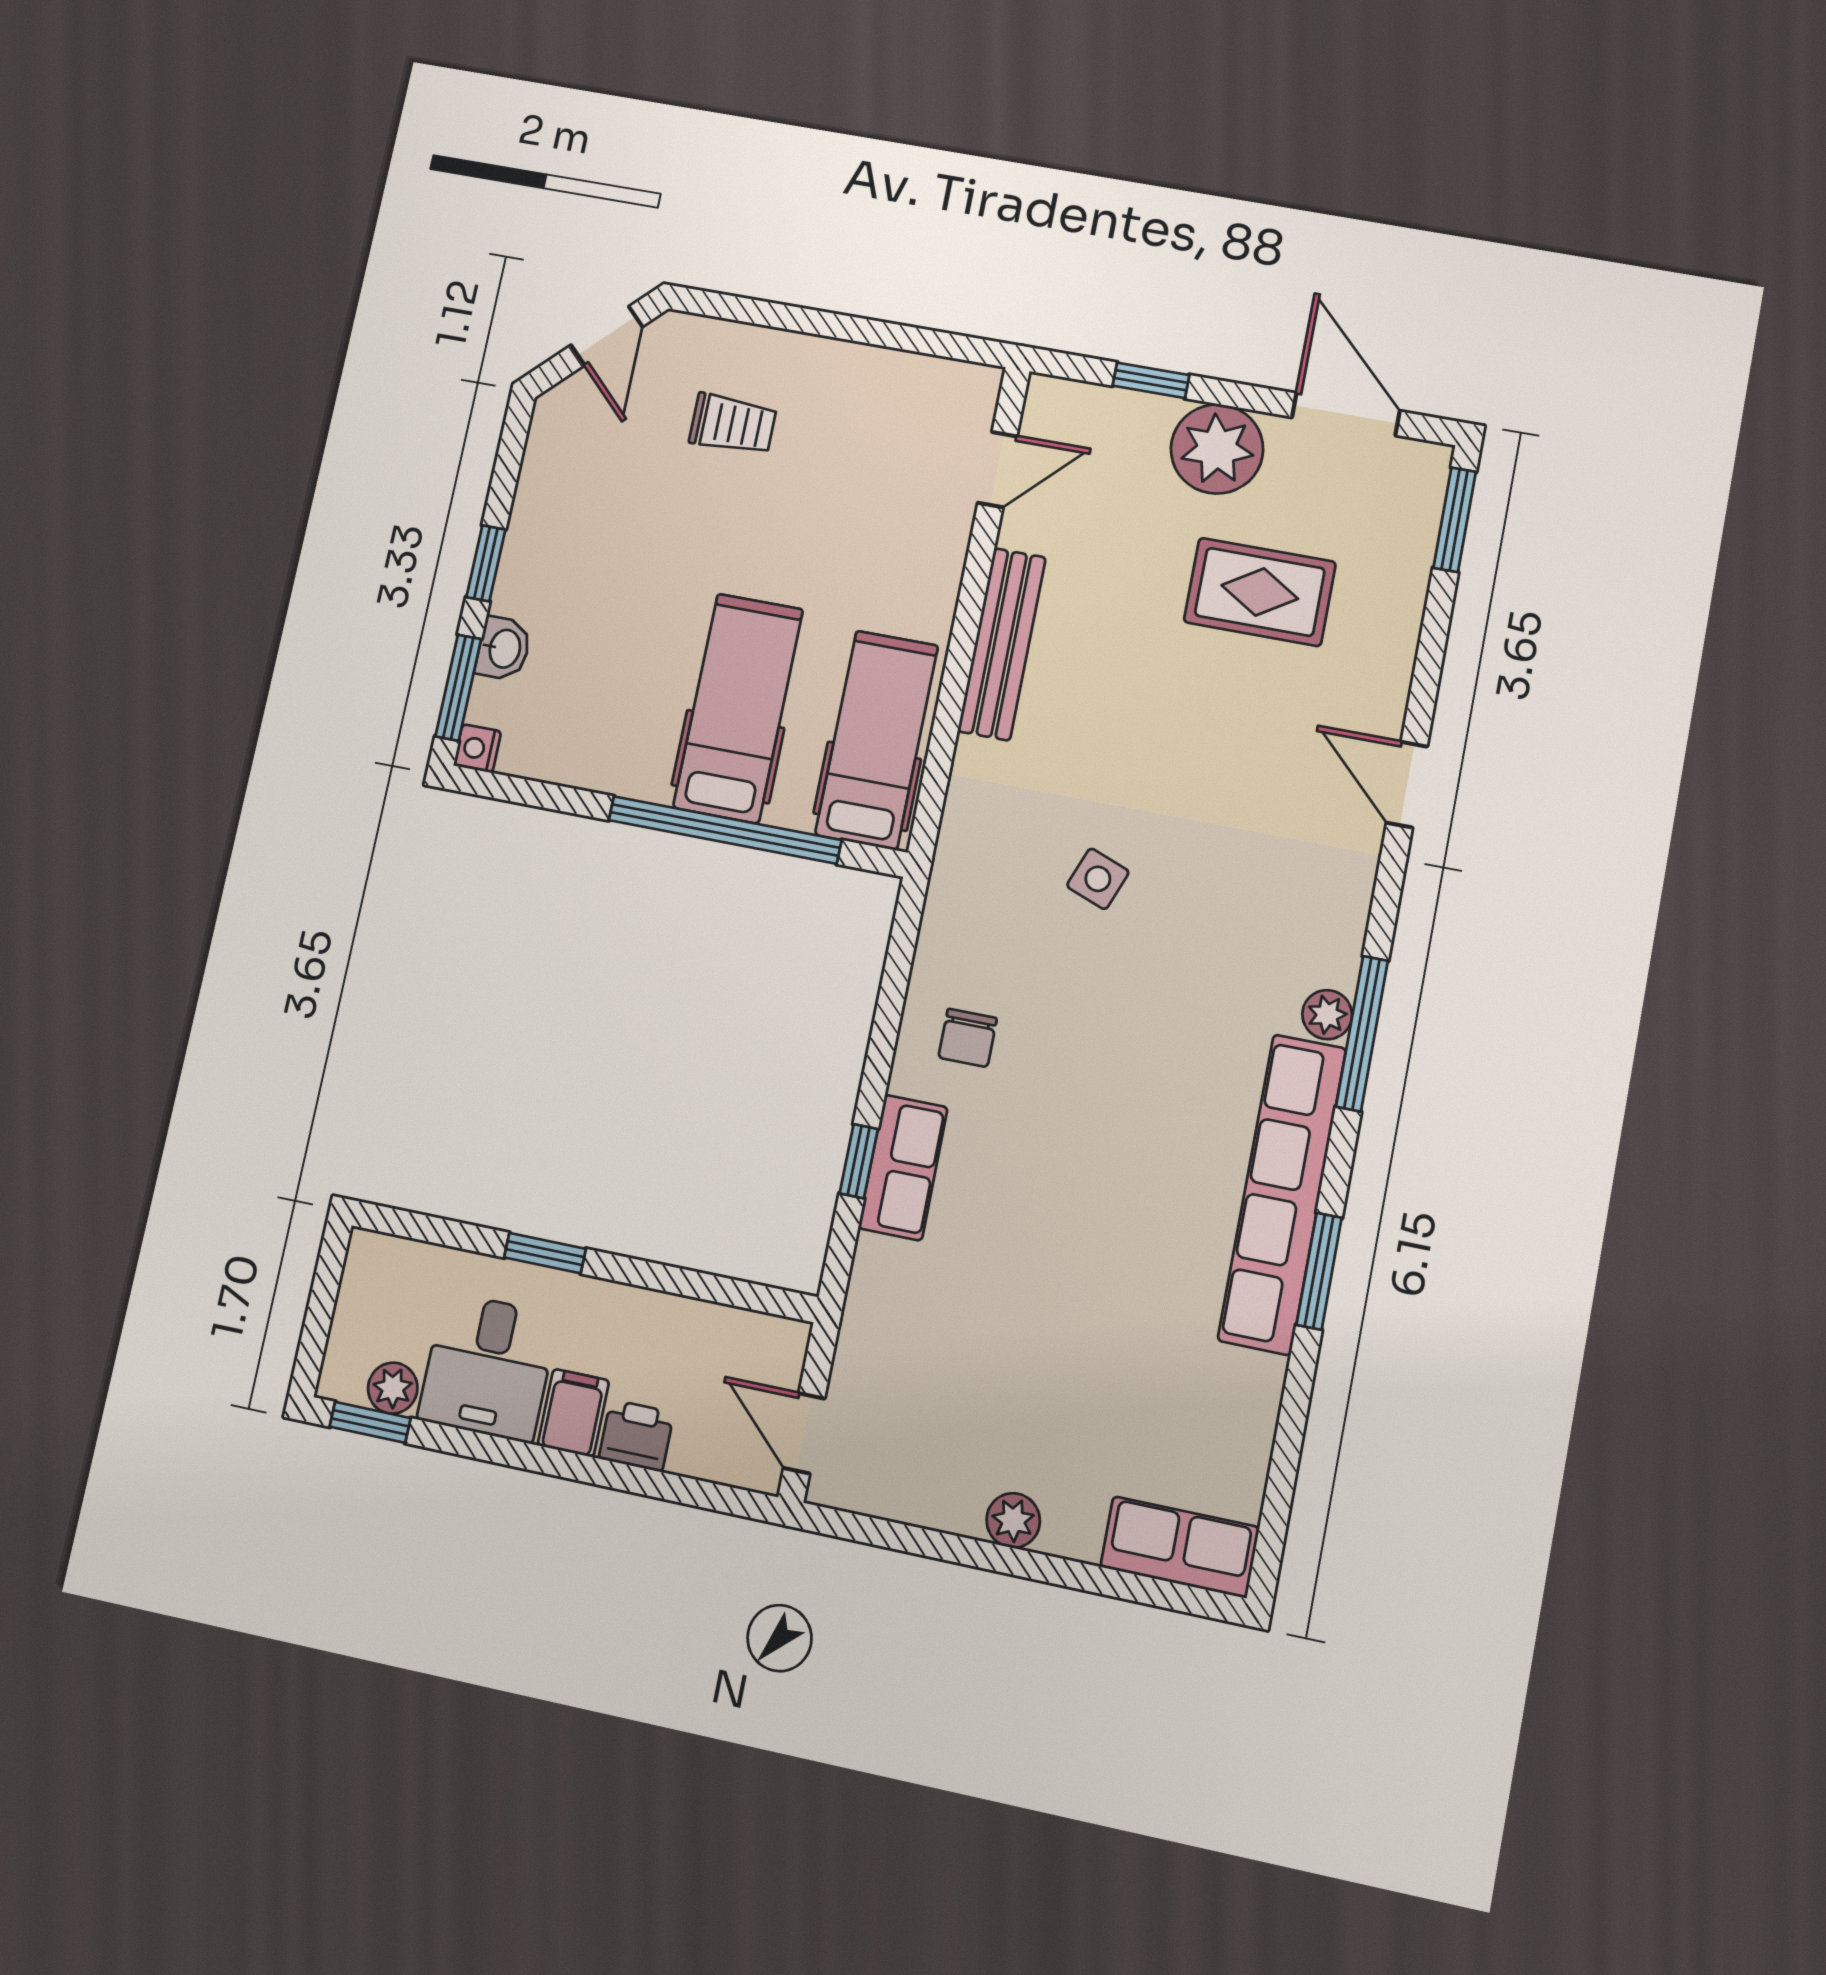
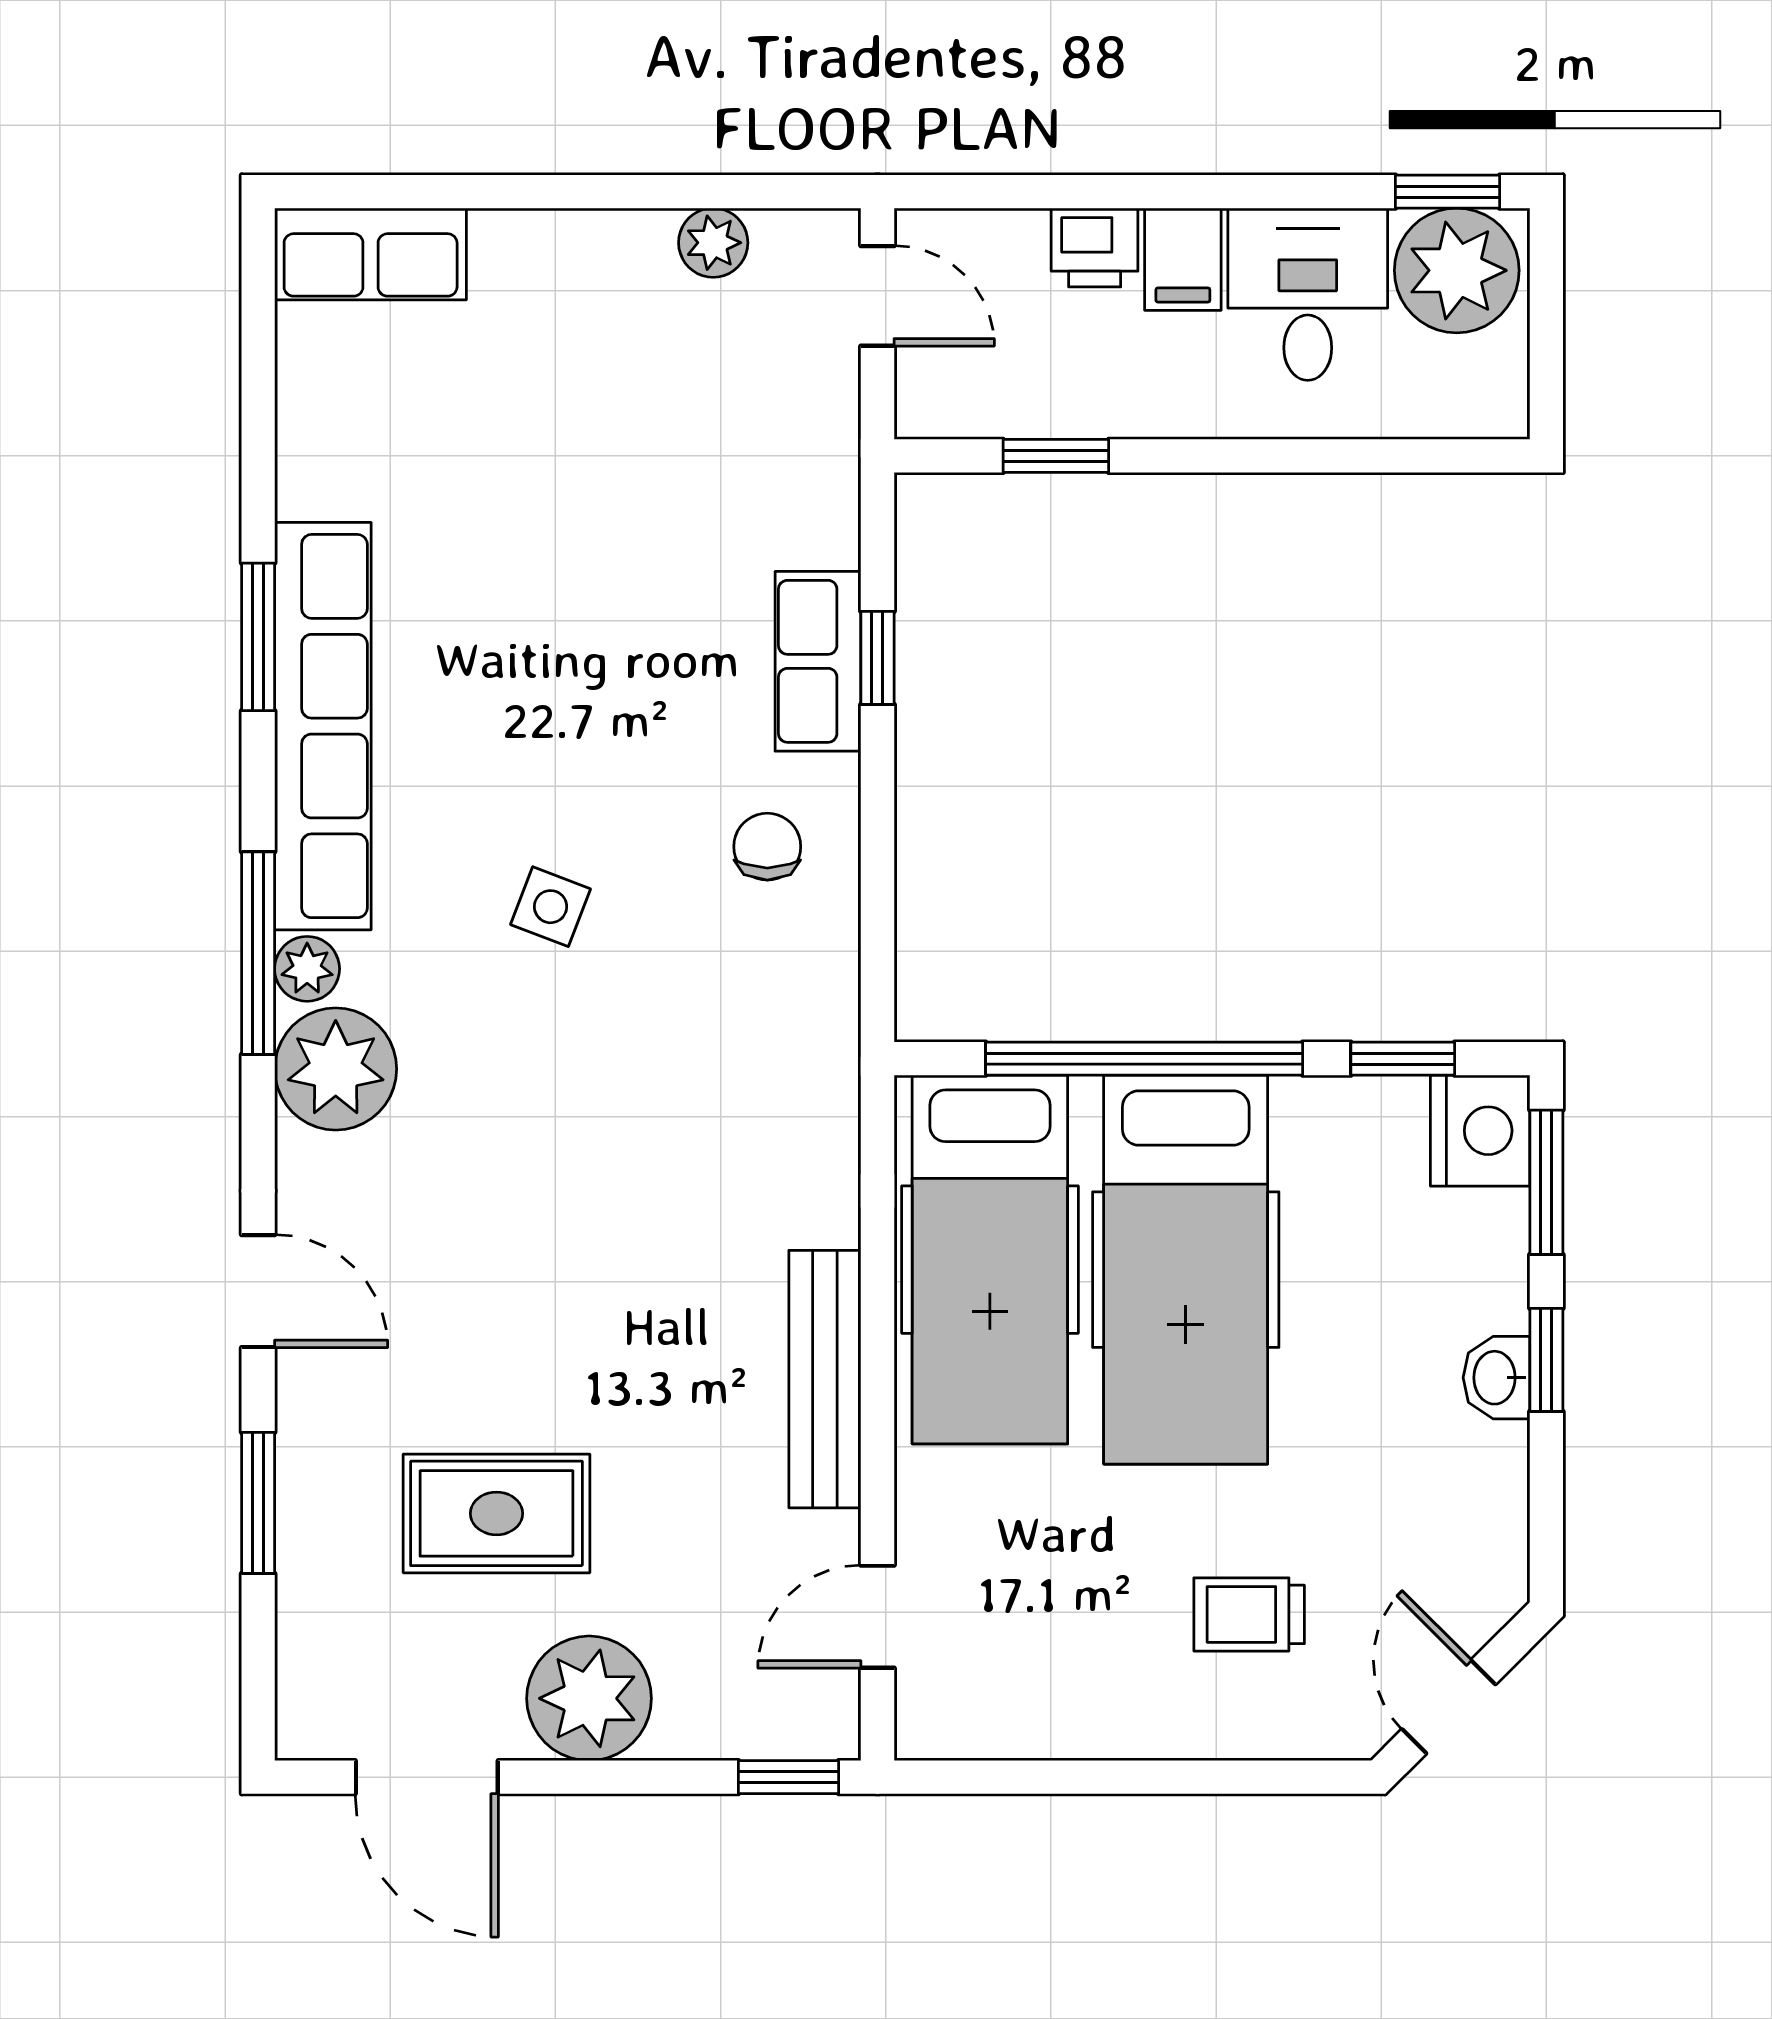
window: (1151, 380) -> (788, 1777), moved
window: (1455, 520) -> (258, 1503), moved
washbasin: (503, 648) -> (1497, 1378), moved
hospital bed: (738, 708) -> (1186, 1270), width x1.37, depth x1.29
hospital bed: (877, 740) -> (990, 1260), width x1.37, depth x1.29
nightstand: (477, 748) -> (1480, 1131), width x1.89, depth x1.79
window: (540, 795) -> (1403, 1059), added
side table: (1098, 879) -> (551, 907), moved
plant: (1319, 936) -> (336, 1069), added
window: (545, 1253) -> (1056, 456), moved
plant: (393, 1388) -> (1457, 270), width x1.88, depth x1.88
plant: (1013, 1520) -> (713, 243), moved

